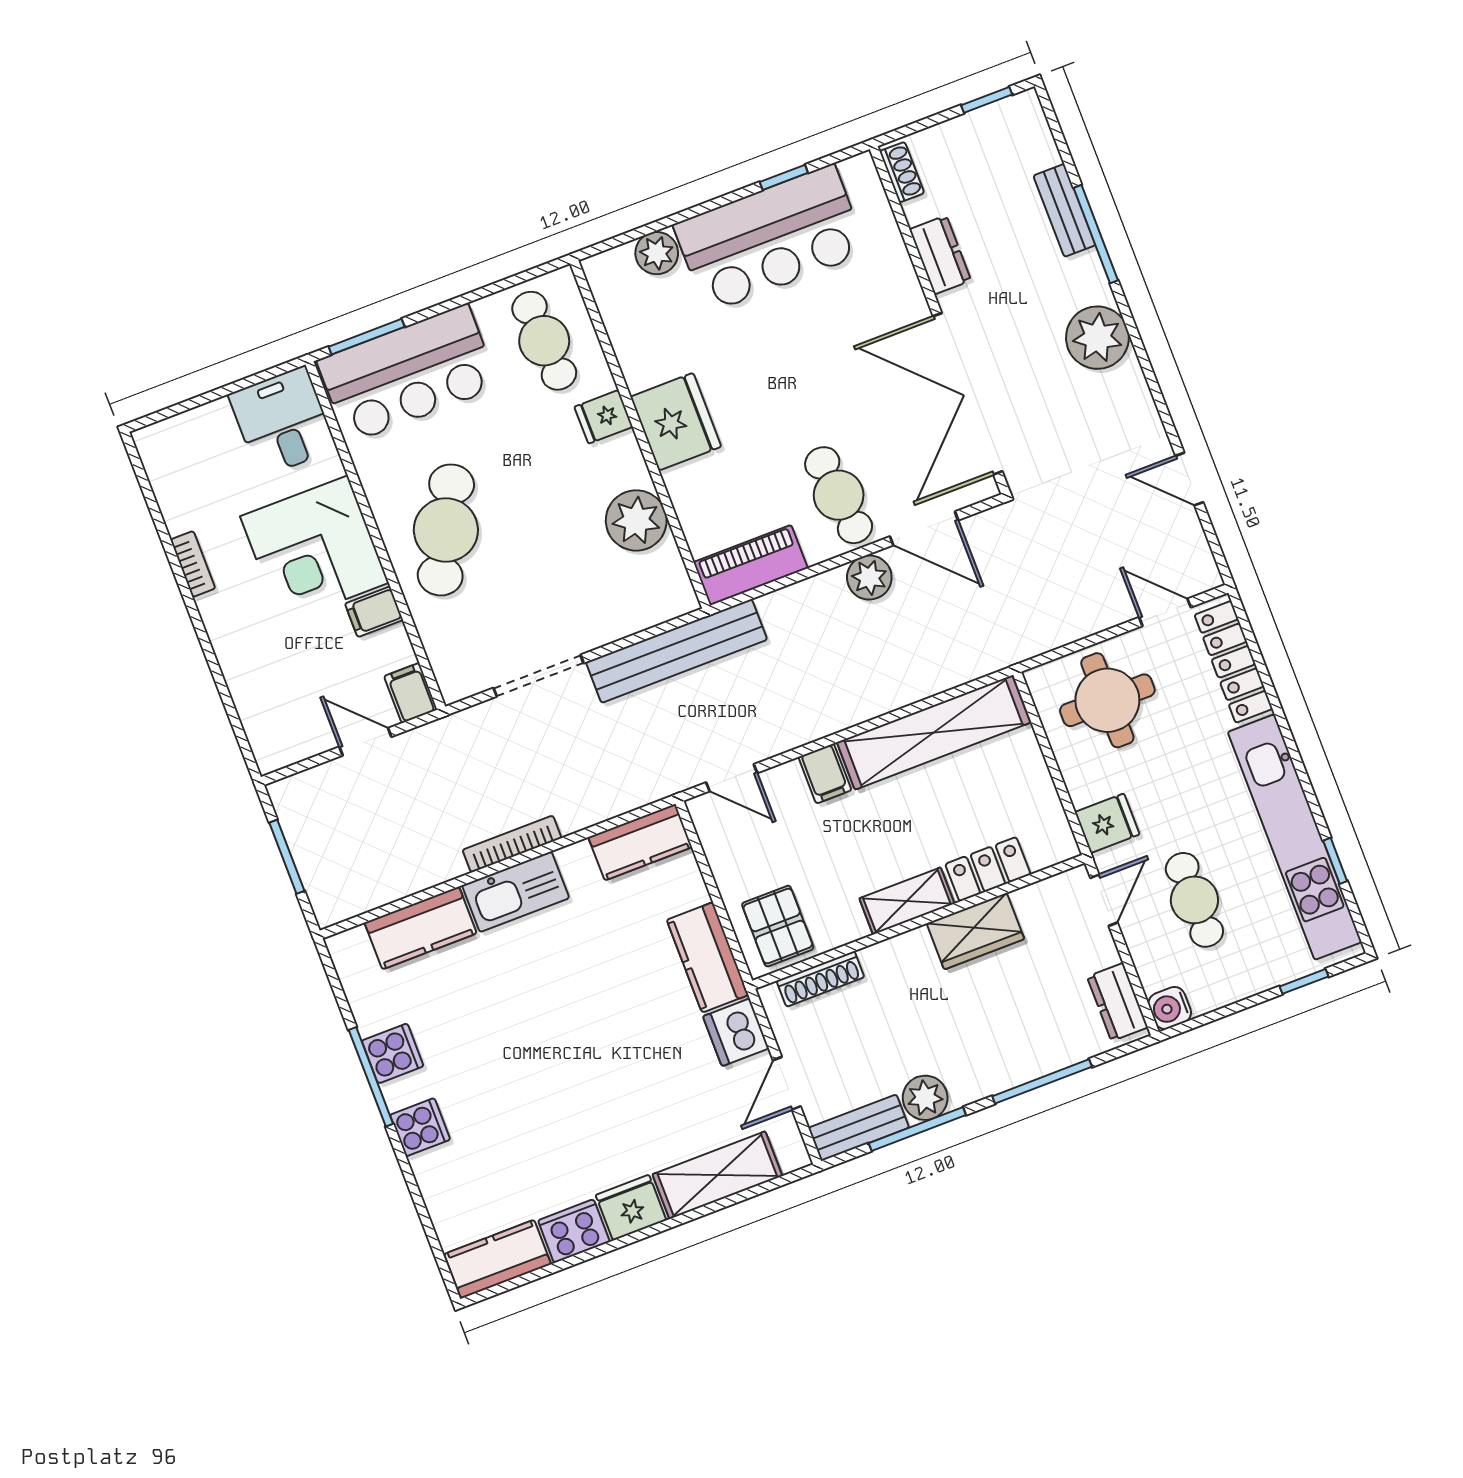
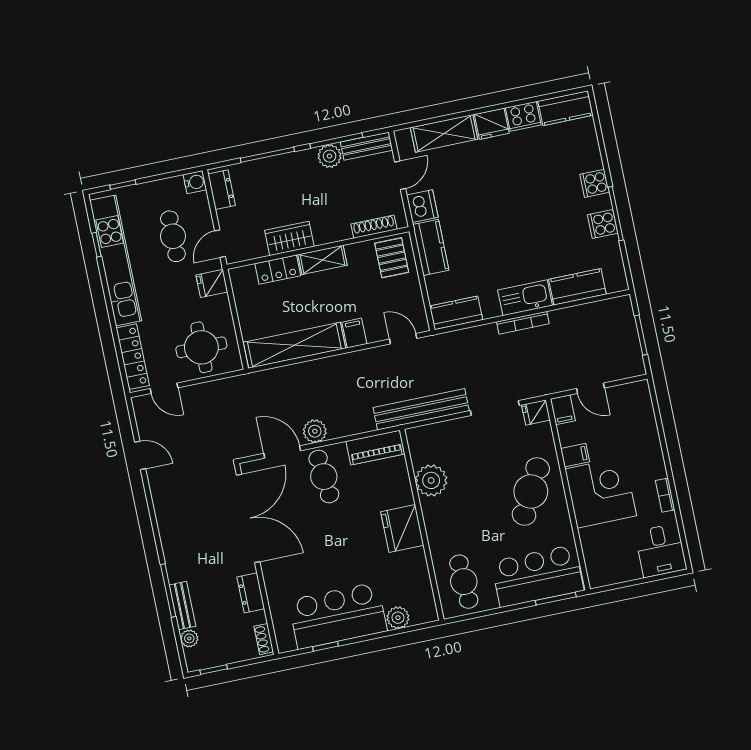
plant: (1097, 338) -> (189, 638), moved, width x0.53, depth x0.53
fridge: (604, 417) -> (536, 412), moved, turned 180
desk: (283, 422) -> (661, 550), moved

